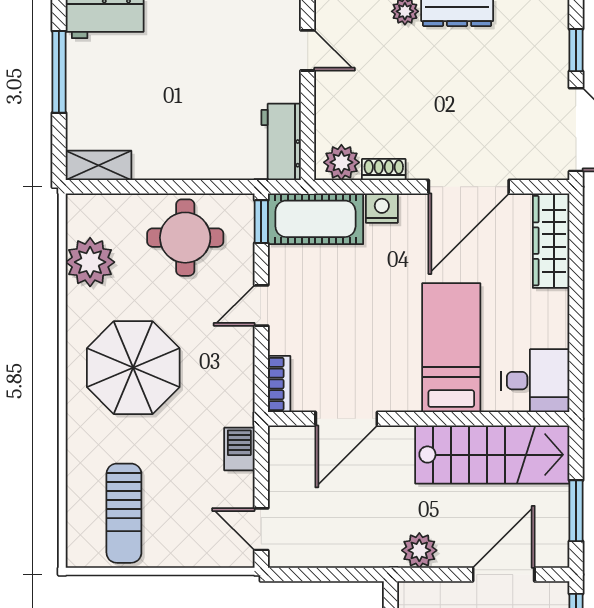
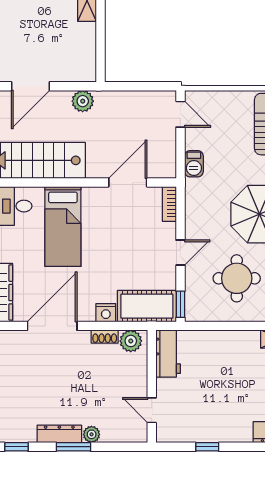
round table: (185, 238) -> (237, 278), moved

